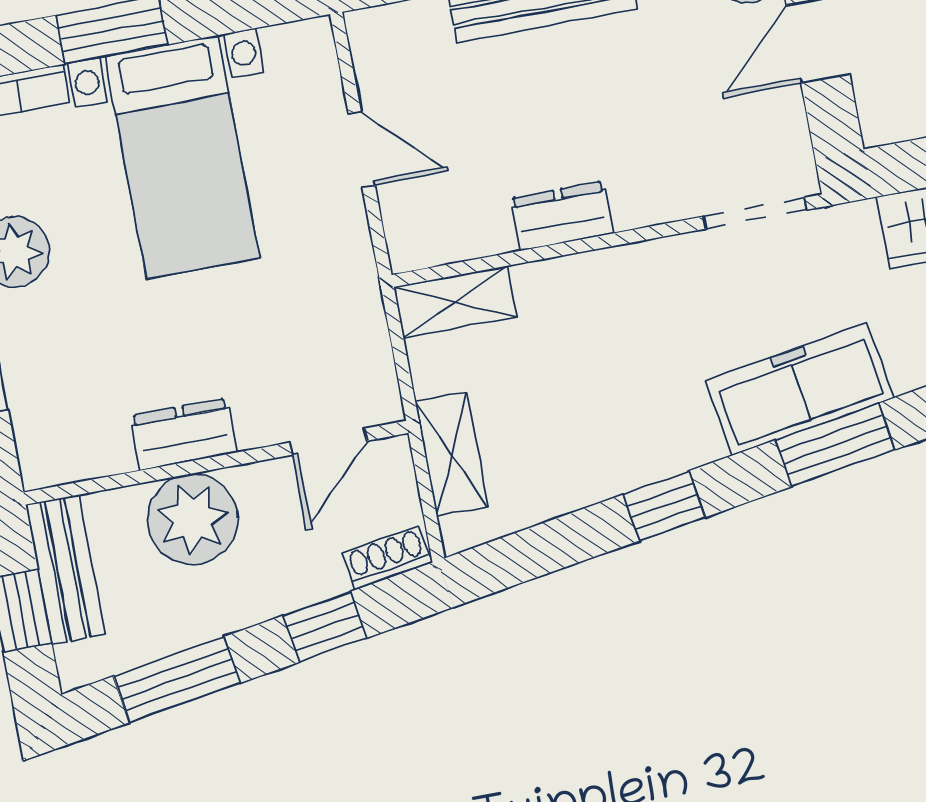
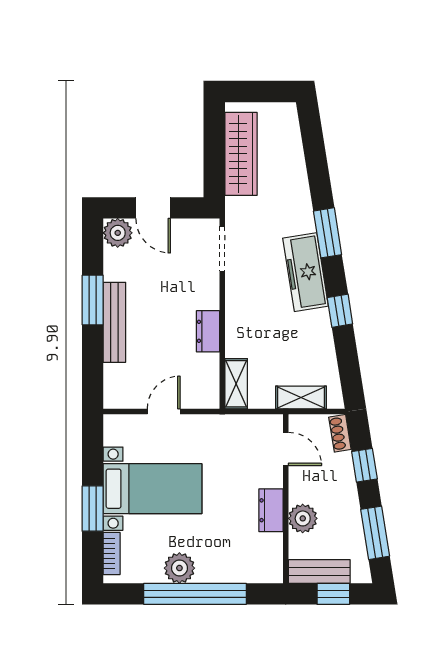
freezer: (800, 389) -> (306, 272), moved
plant: (193, 519) -> (303, 518), width x0.73, depth x0.73

